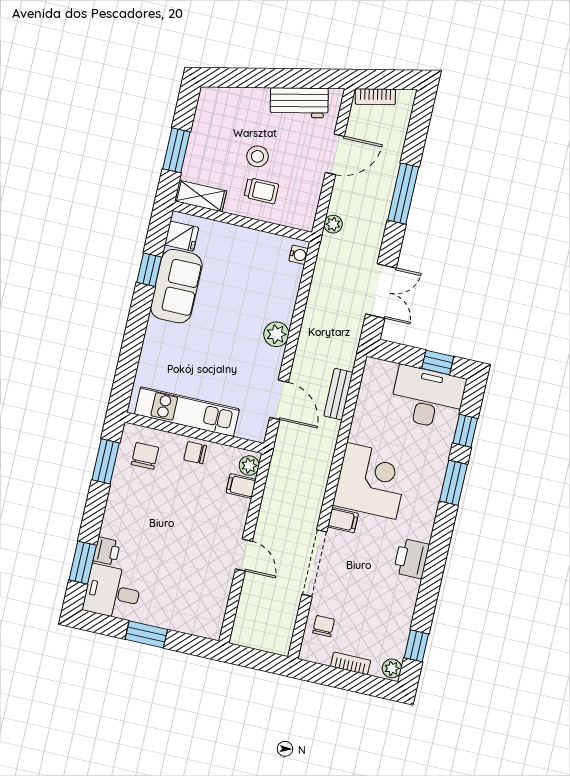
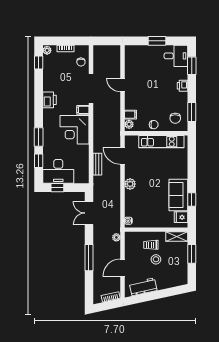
printer: (107, 551) -> (182, 86), moved

